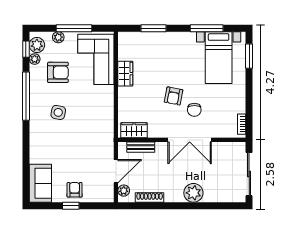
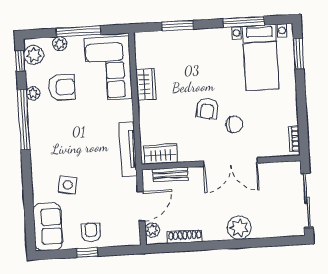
plant: (35, 59) -> (33, 93), moved
chair: (194, 110) -> (234, 124), turned -90
side table: (58, 112) -> (68, 185), moved
tv unit: (108, 125) -> (128, 149), added

